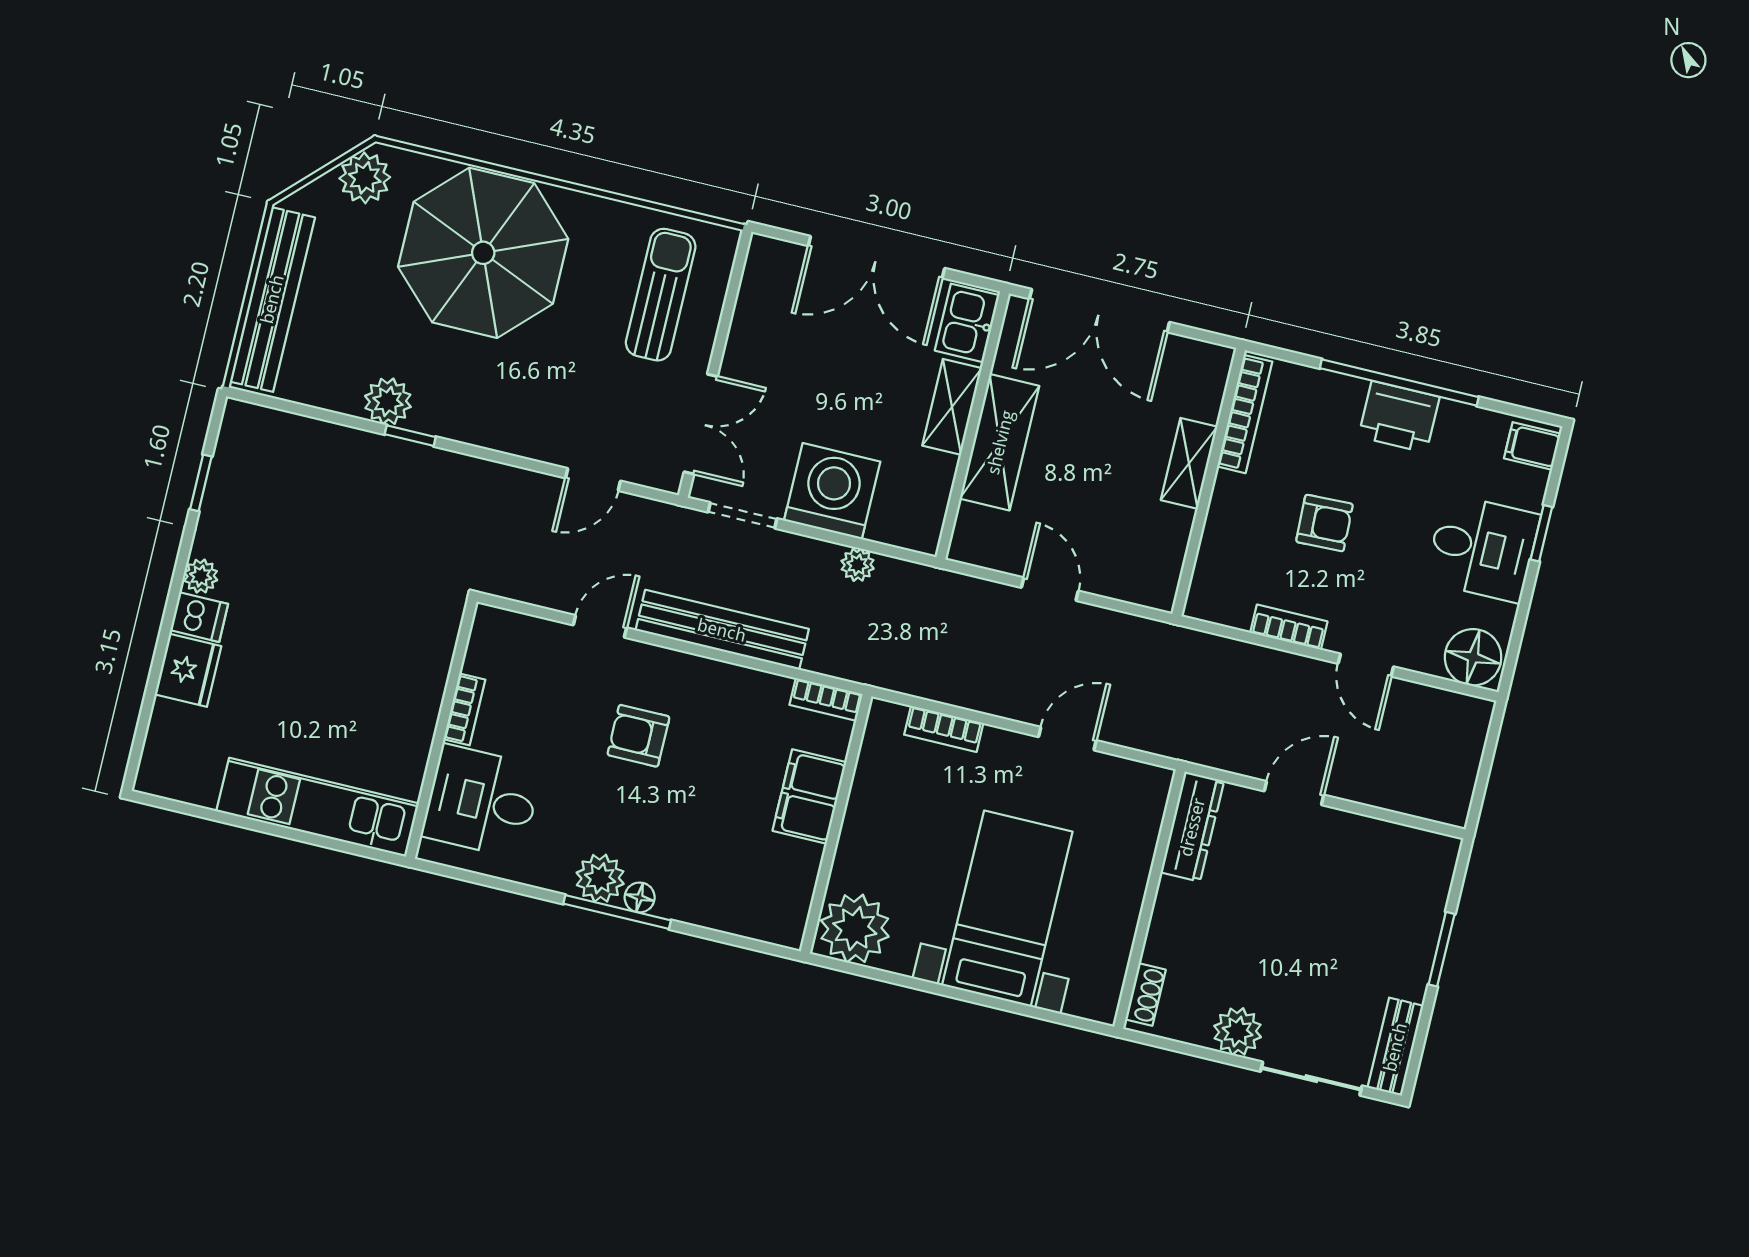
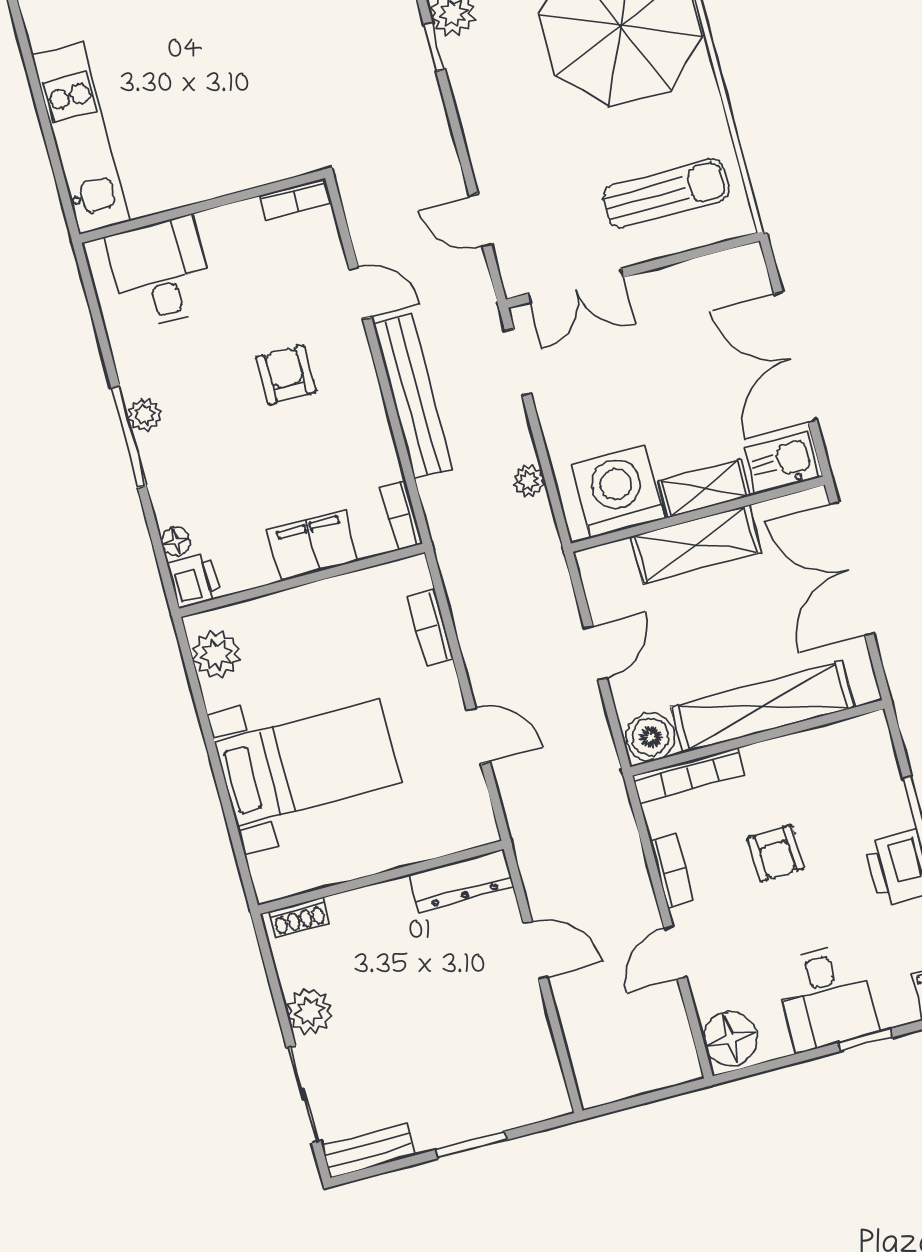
bookcase: (1245, 414) -> (689, 775), moved
shelving: (1189, 463) -> (763, 707), width x2.20, depth x1.33
washing machine: (832, 491) -> (618, 492), moved, turned -90
boiler: (1155, 580) -> (650, 737), added
bookcase: (464, 709) -> (295, 199), moved
plant: (600, 878) -> (145, 415), width x0.73, depth x0.73
floor lamp: (640, 897) -> (176, 541), moved
printer: (782, 923) -> (194, 580), added
plant: (855, 929) -> (216, 654), width x0.73, depth x0.73

